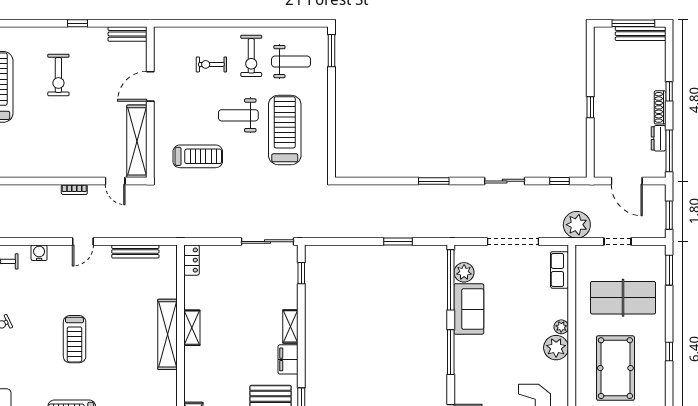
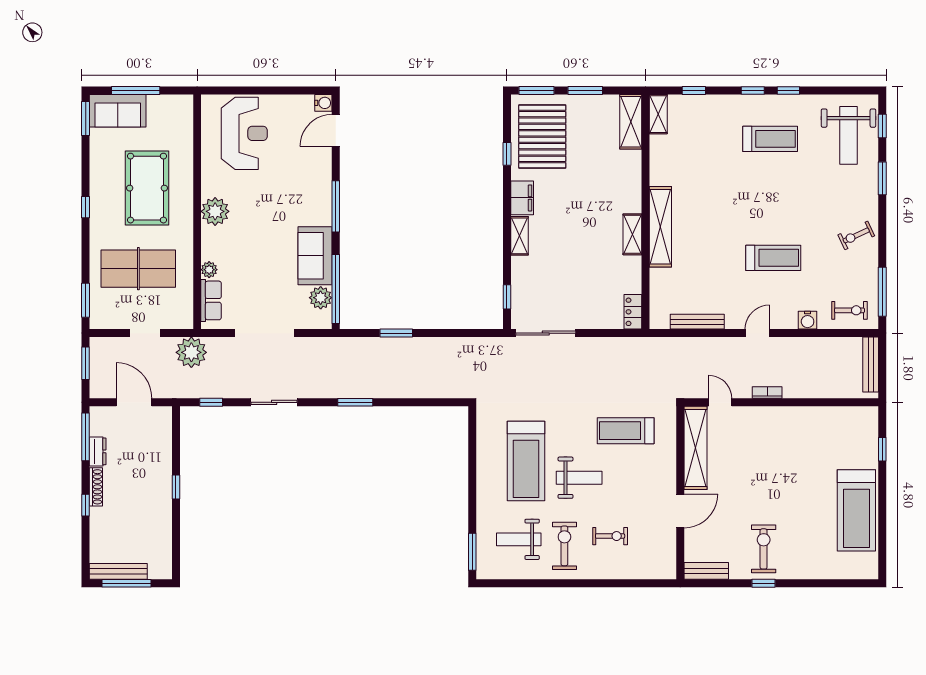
exercise bike: (58, 75) -> (764, 549), moved
plant: (561, 327) -> (209, 270), moved
treadmill: (75, 339) -> (773, 258), moved, turned 90

